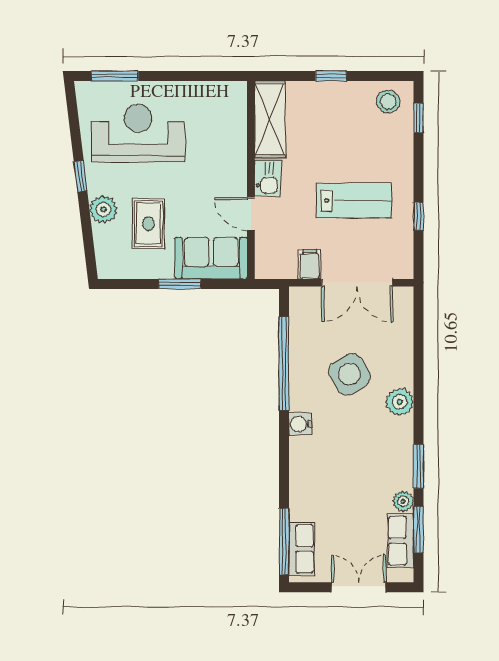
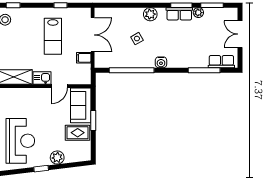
reception desk: (138, 133) -> (20, 141), turned 180
lab bench: (354, 201) -> (53, 36), turned 180
rug: (148, 224) -> (78, 133), moved
side table: (349, 374) -> (137, 39), width x0.54, depth x0.54
window: (284, 541) -> (204, 70), moved
row of seats: (401, 541) -> (179, 14), moved

